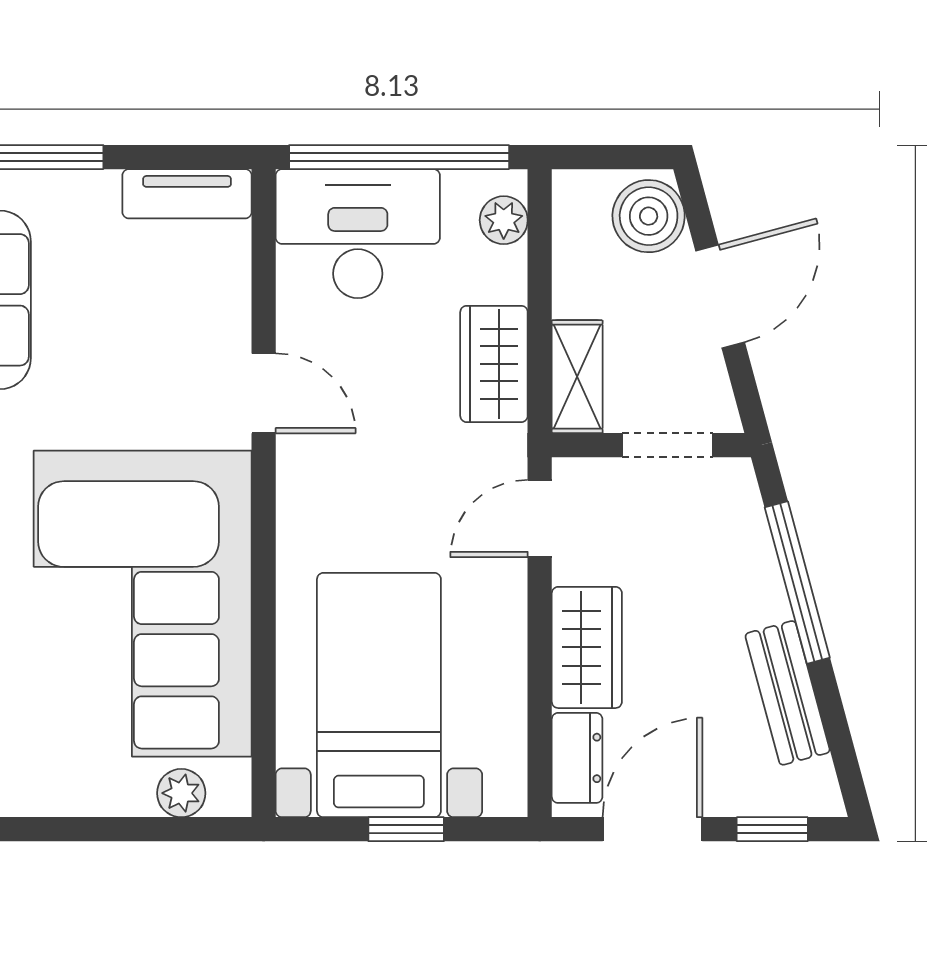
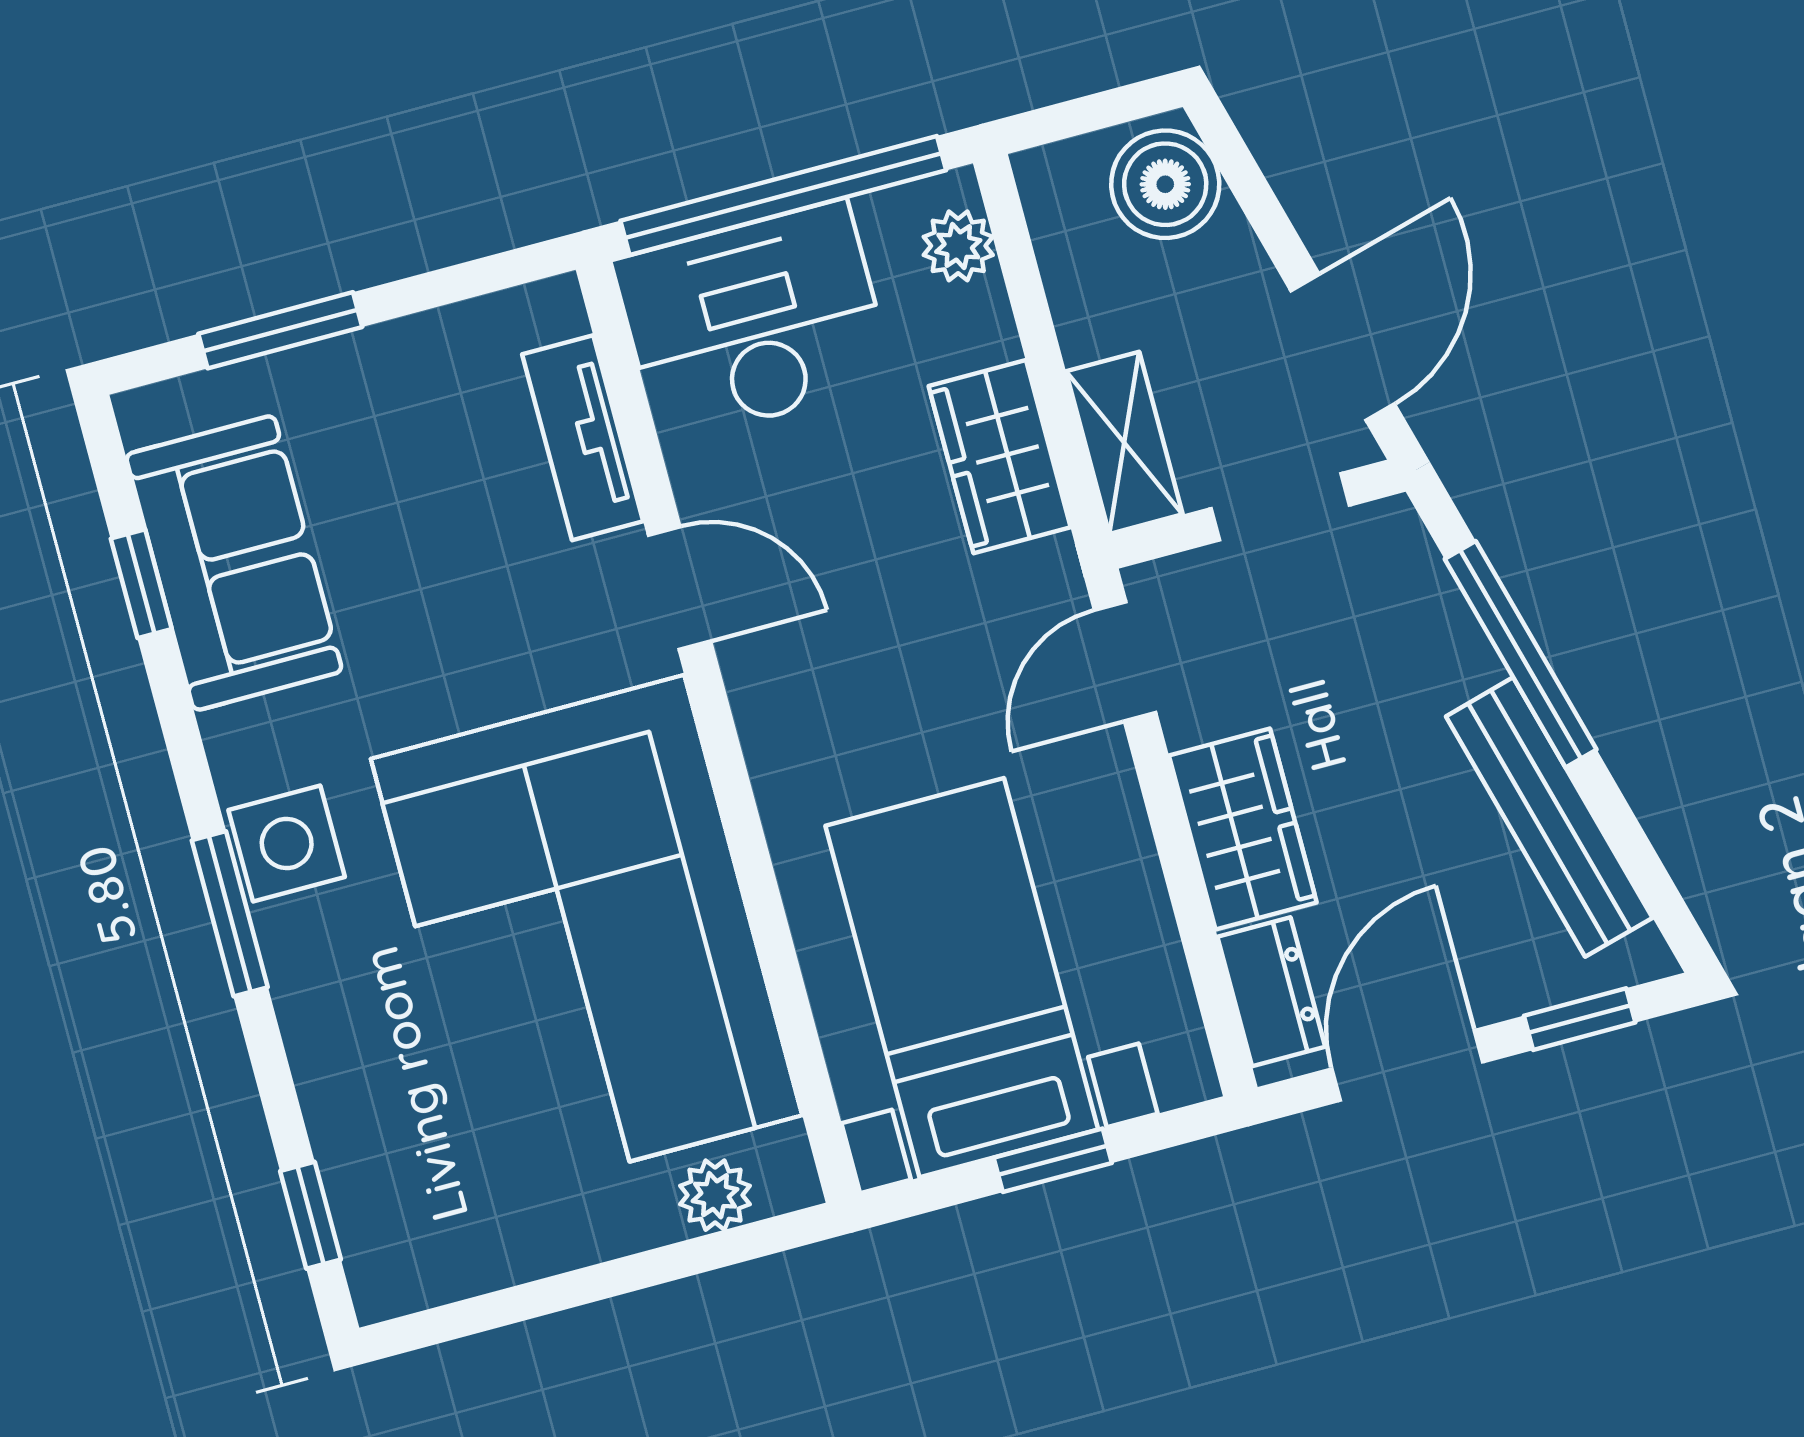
tv unit: (187, 194) -> (583, 438), moved, turned 90
door: (720, 297) -> (1343, 347), moved
bench: (788, 693) -> (1549, 817), width x1.36

